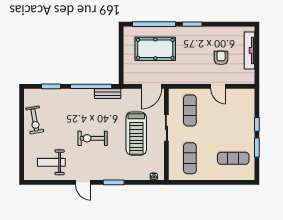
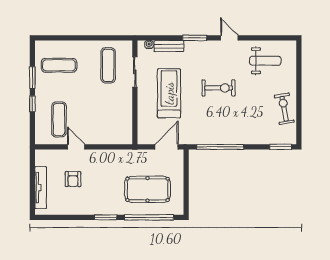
window: (51, 86) -> (281, 147), moved
door: (151, 86) -> (167, 147), moved
bench: (108, 94) -> (169, 46), moved
exercise mat: (190, 110) -> (59, 119), moved
sliding door: (166, 128) -> (135, 72), moved

